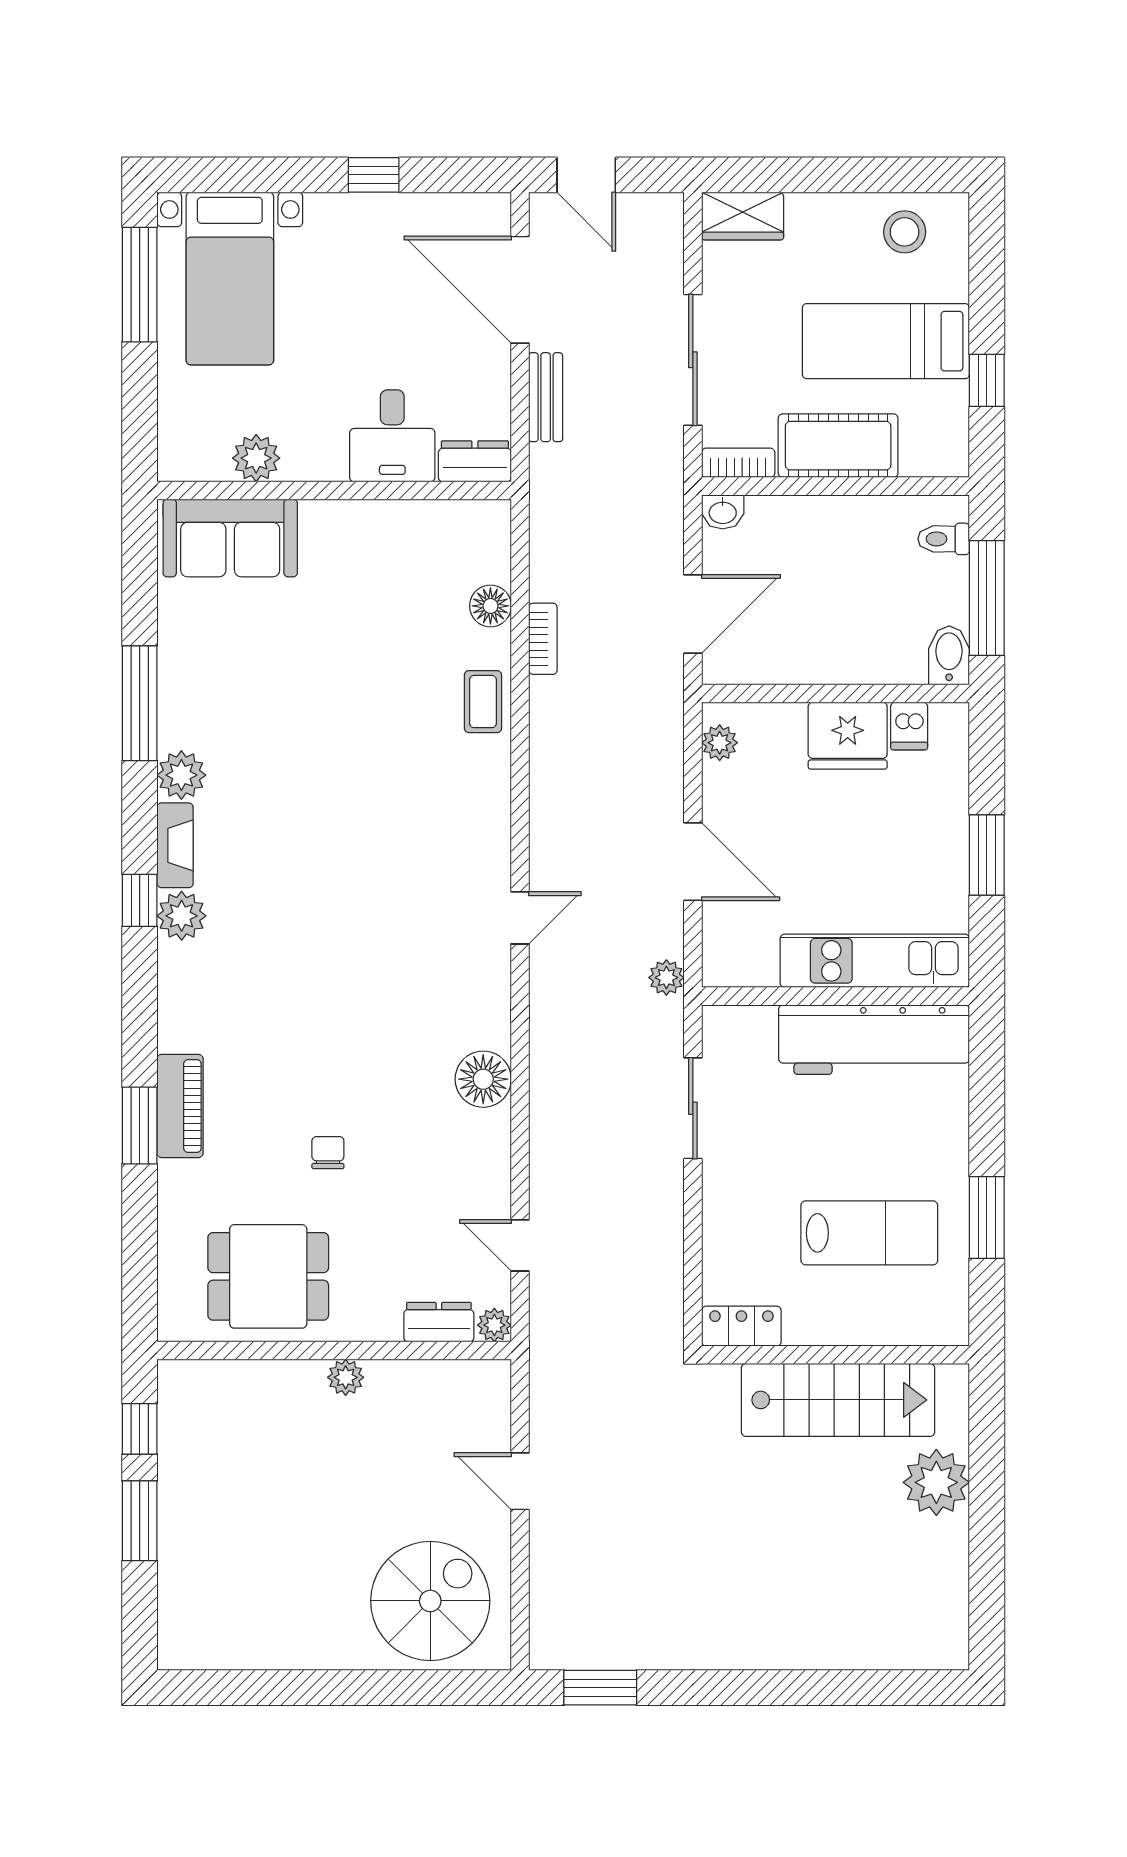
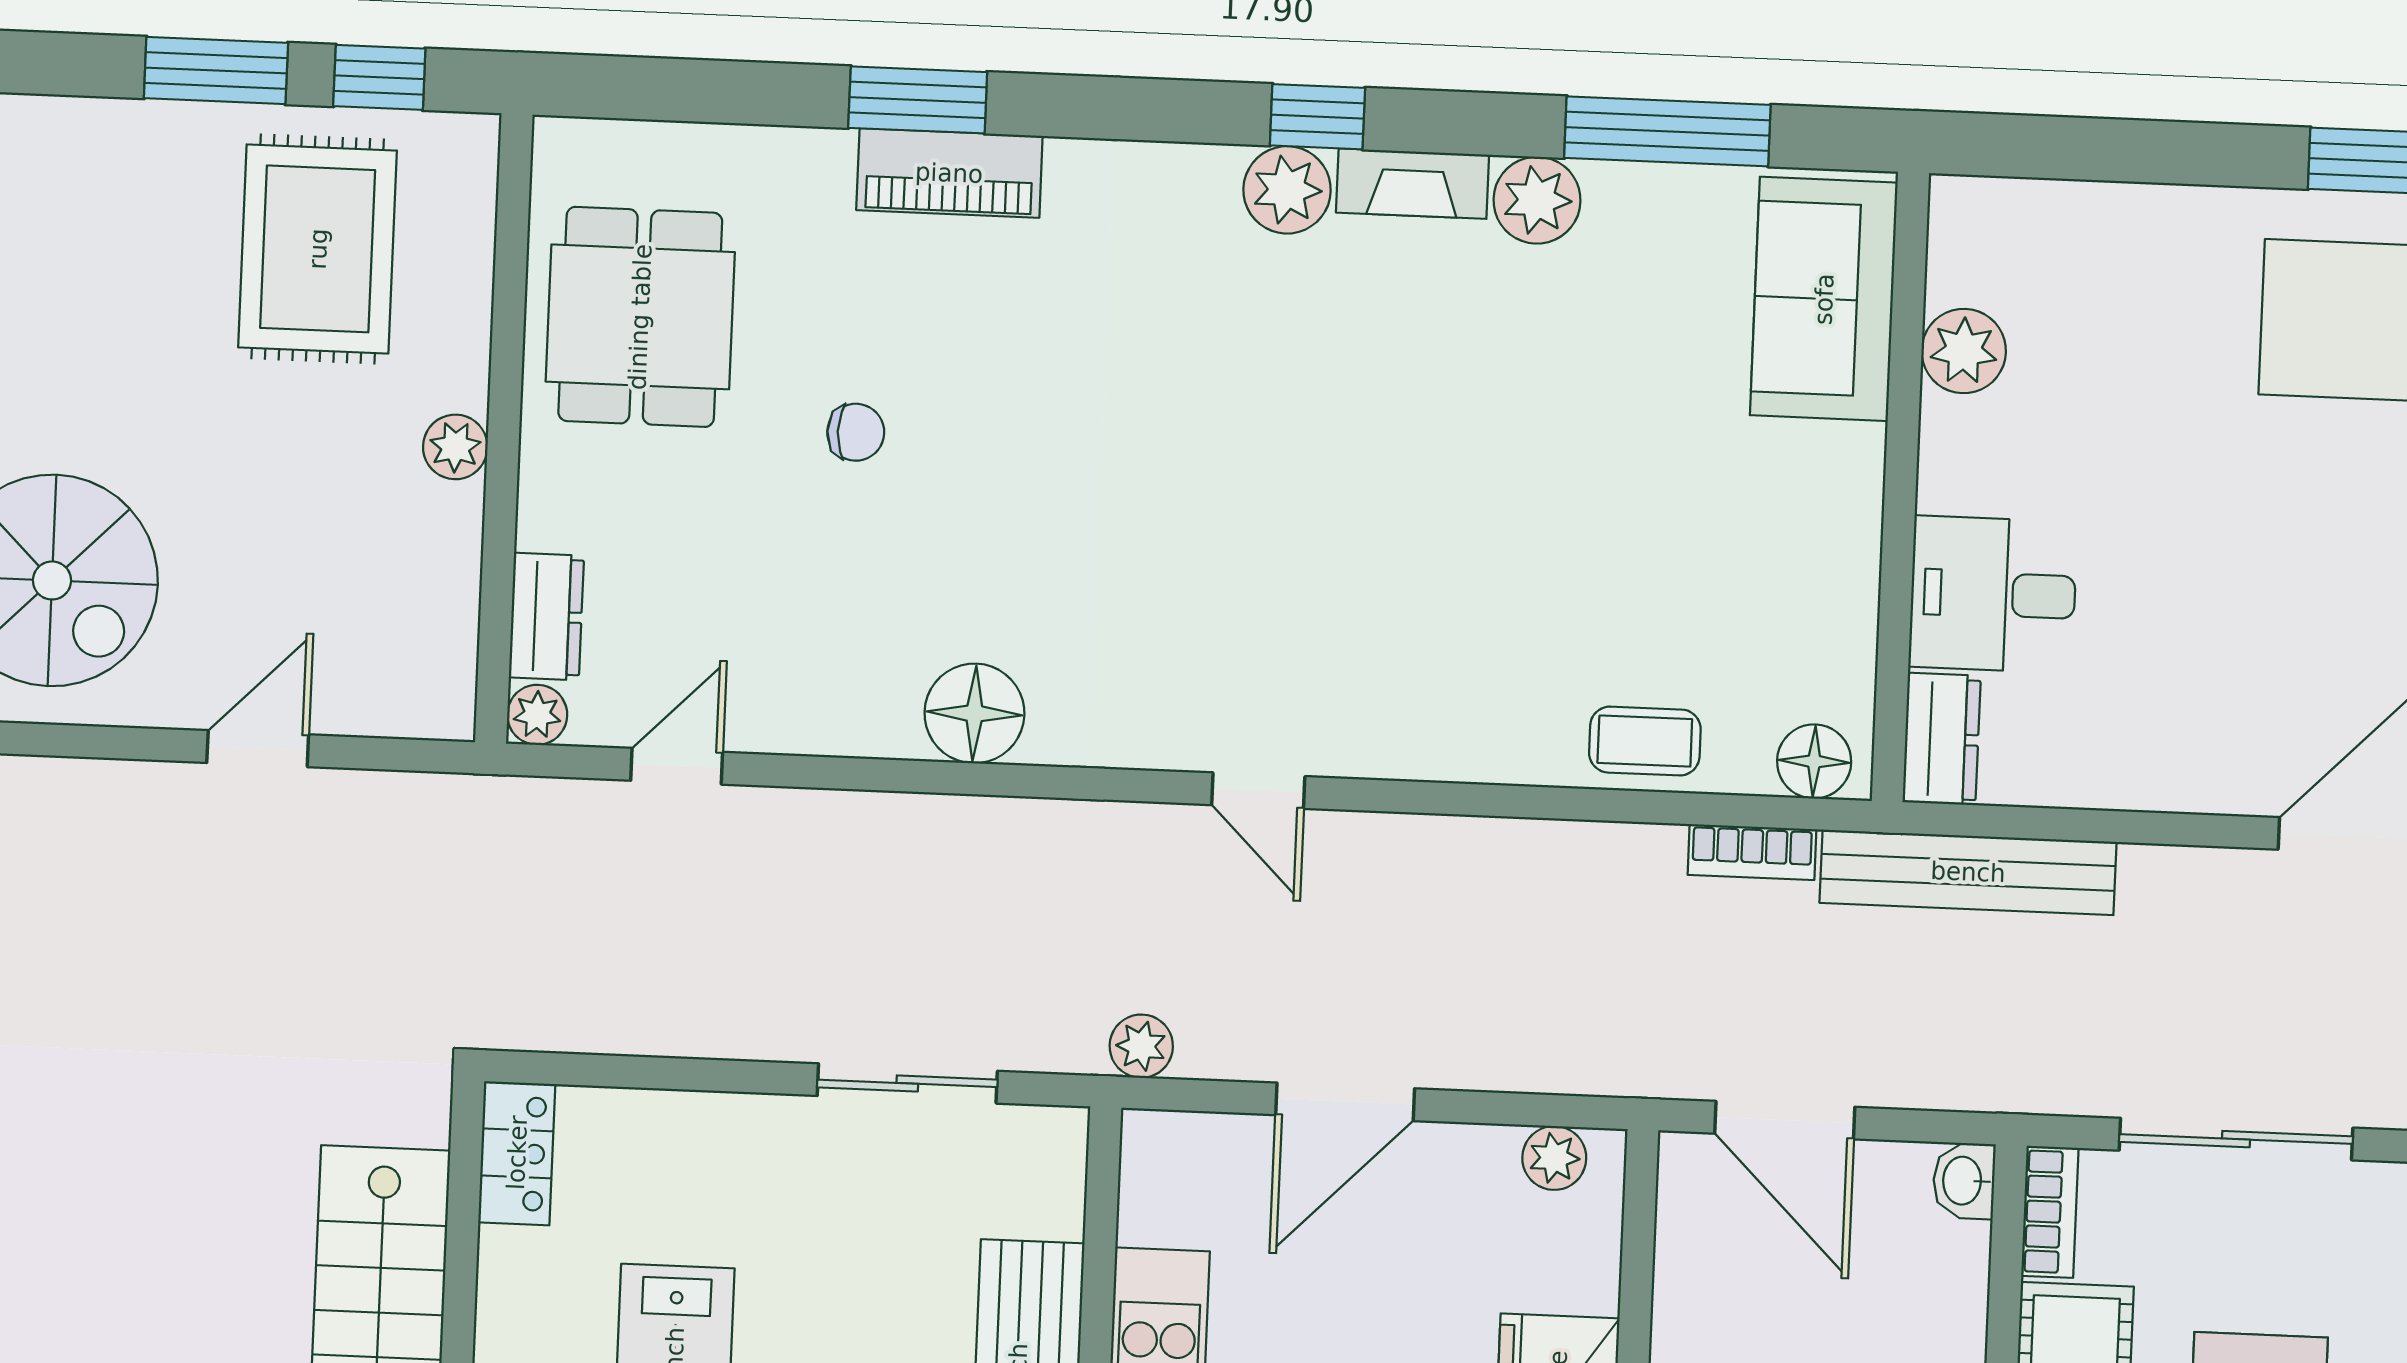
bench: (546, 397) -> (1968, 872), moved, width x1.86, depth x1.21
desk: (392, 436) -> (1993, 594), moved
plant: (256, 458) -> (1964, 351), moved
dresser: (475, 461) -> (1942, 739), moved
wall: (334, 490) -> (1900, 487), moved
sofa: (230, 538) -> (1824, 299), moved
rug: (238, 1459) -> (318, 249), added

